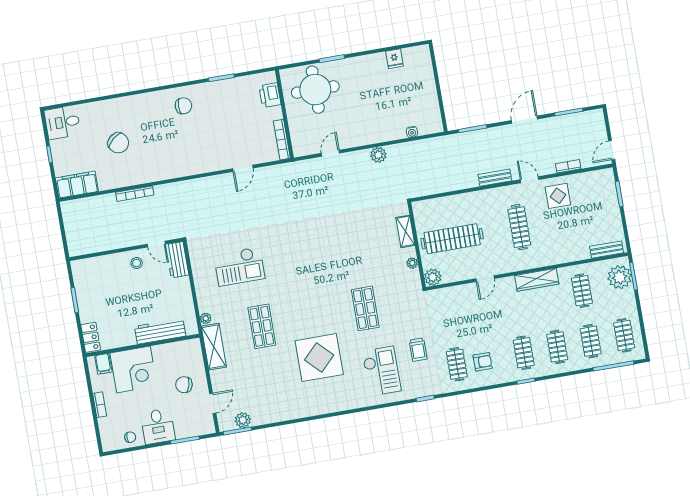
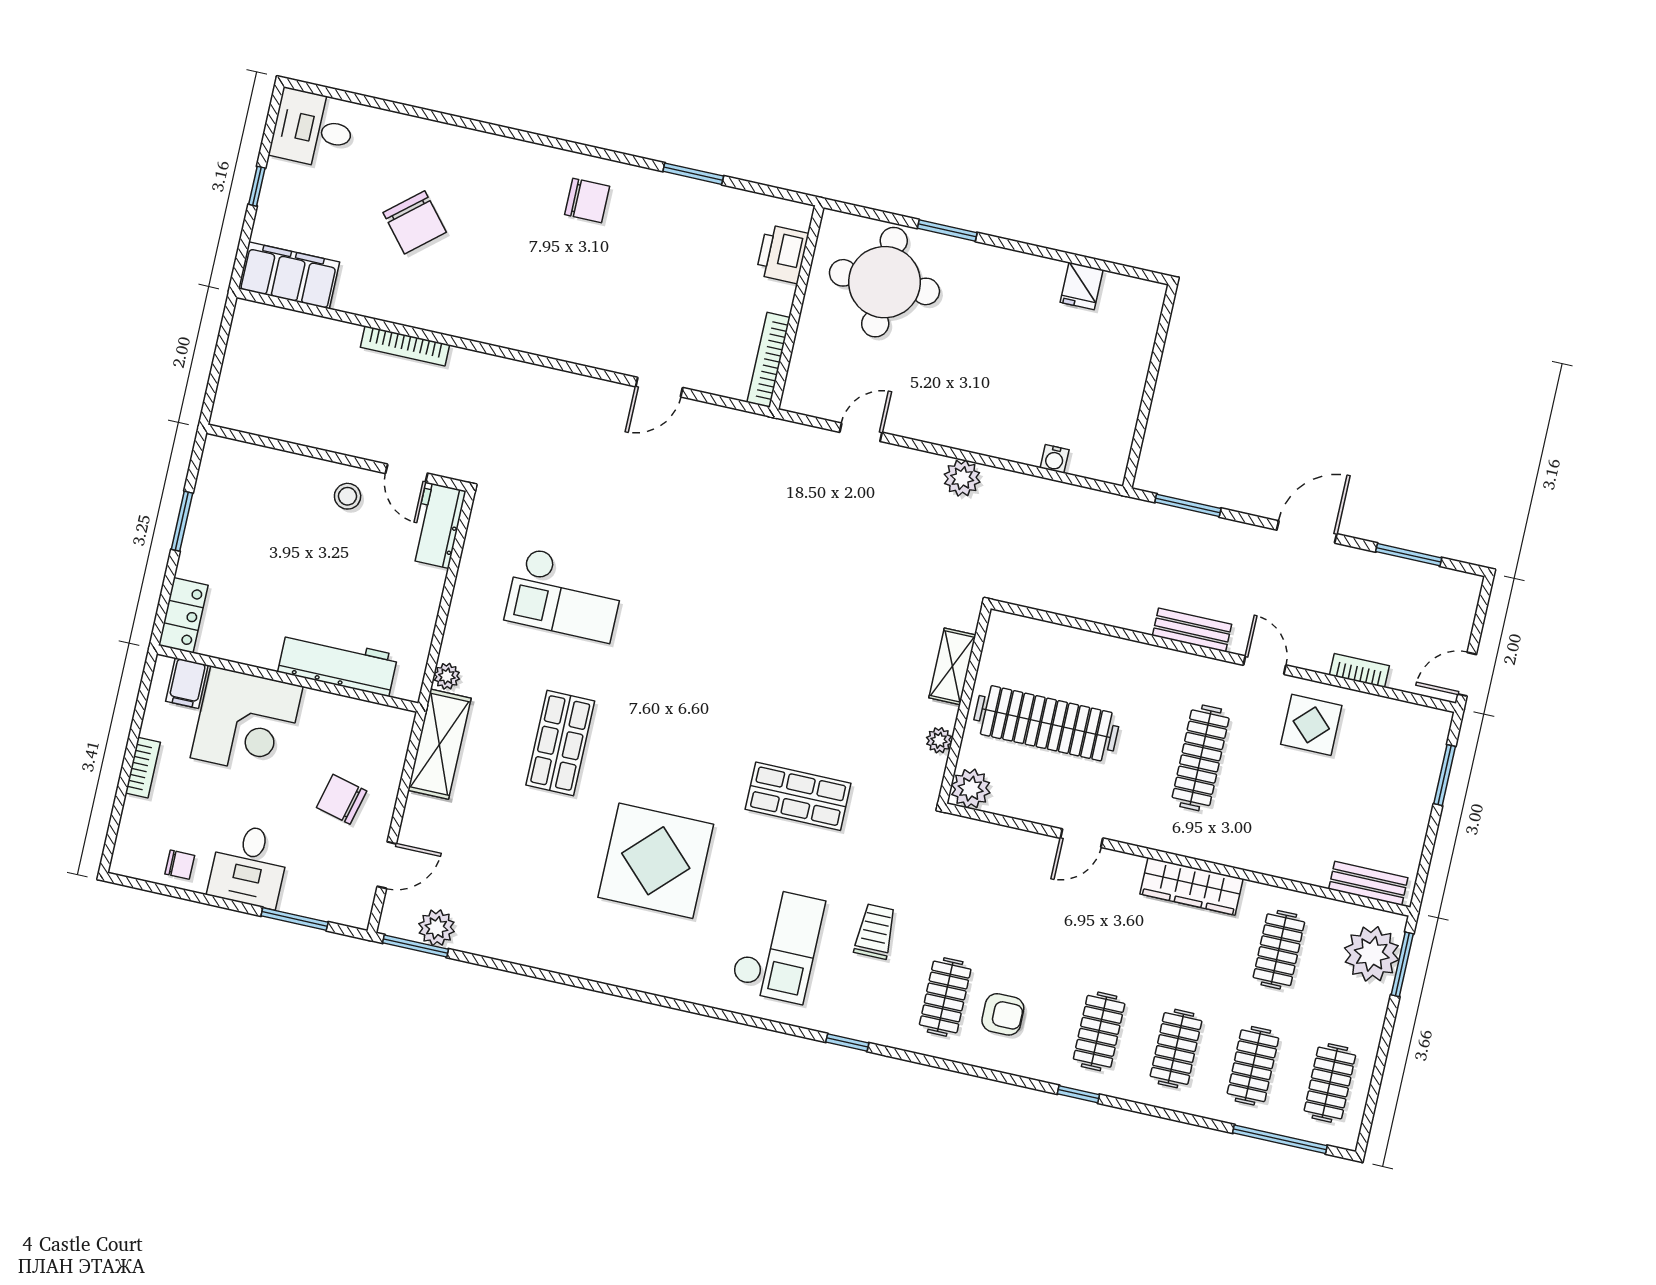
shop shelf: (365, 308) -> (798, 796), turned 90
trolley: (418, 350) -> (875, 931), turned 180

